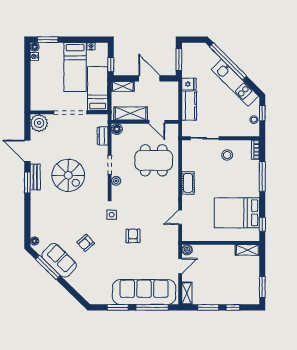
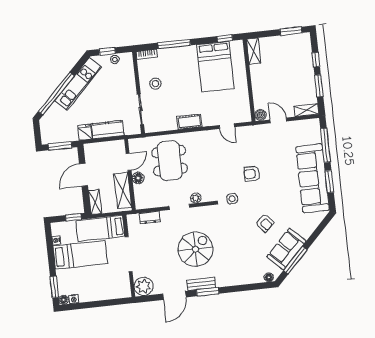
floor lamp: (117, 129) -> (138, 178), moved
sofa: (144, 292) -> (313, 178), moved

